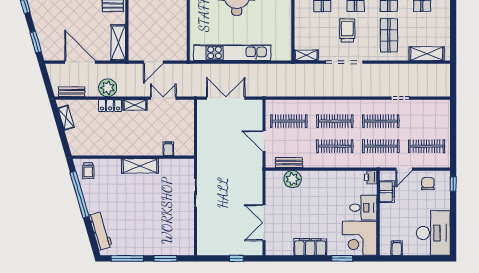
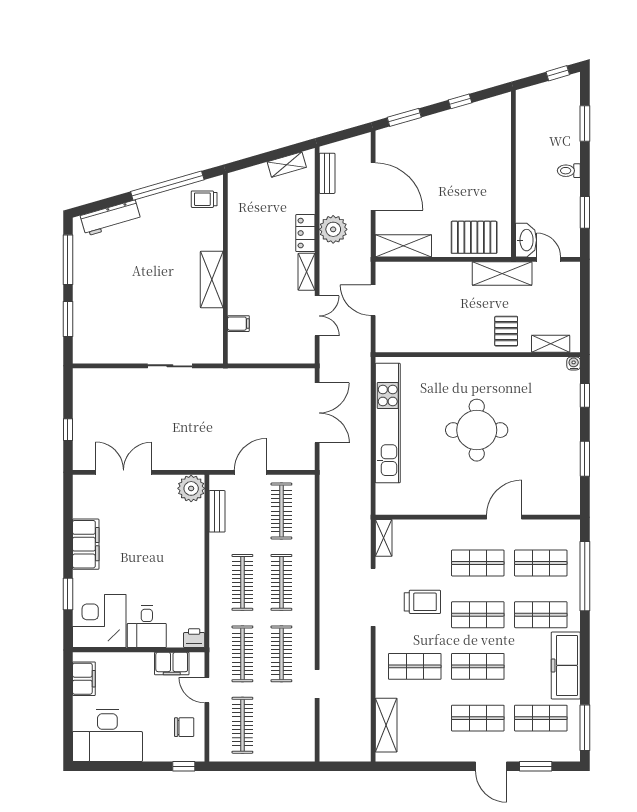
door: (80, 62) -> (373, 186), hinge flipped
plant: (293, 179) -> (191, 488), moved
filing cabinet: (397, 248) -> (84, 679), width x2.00

